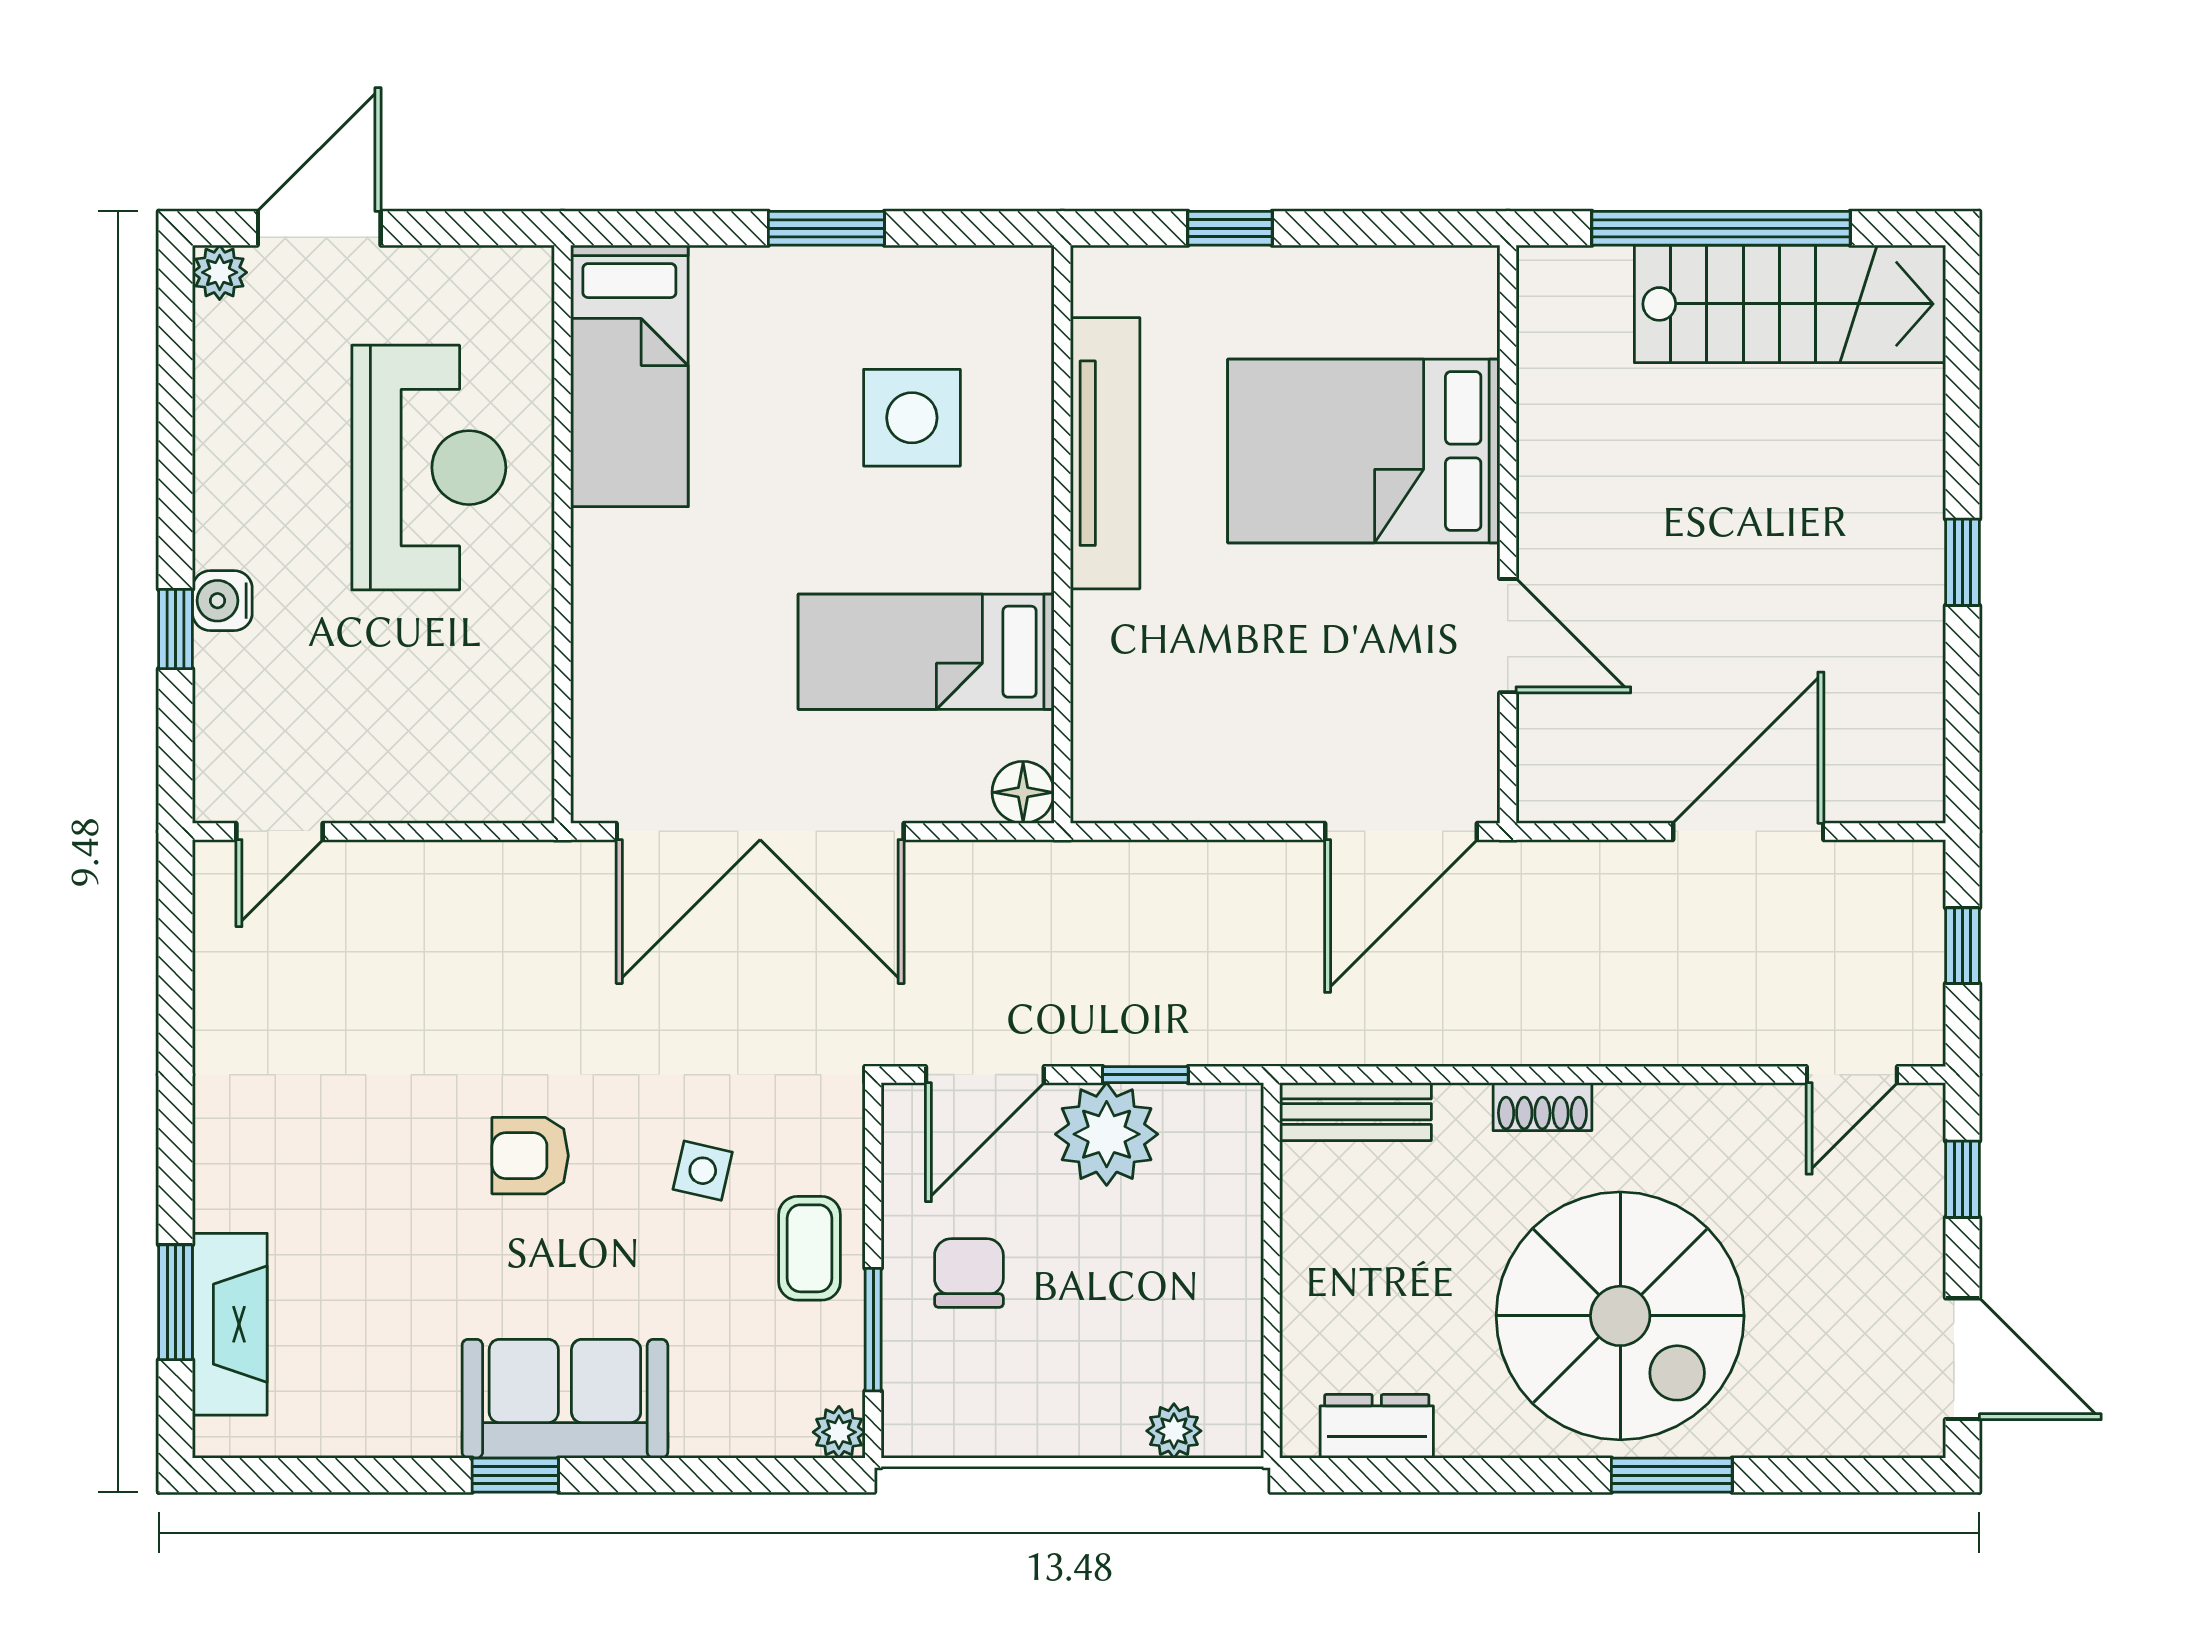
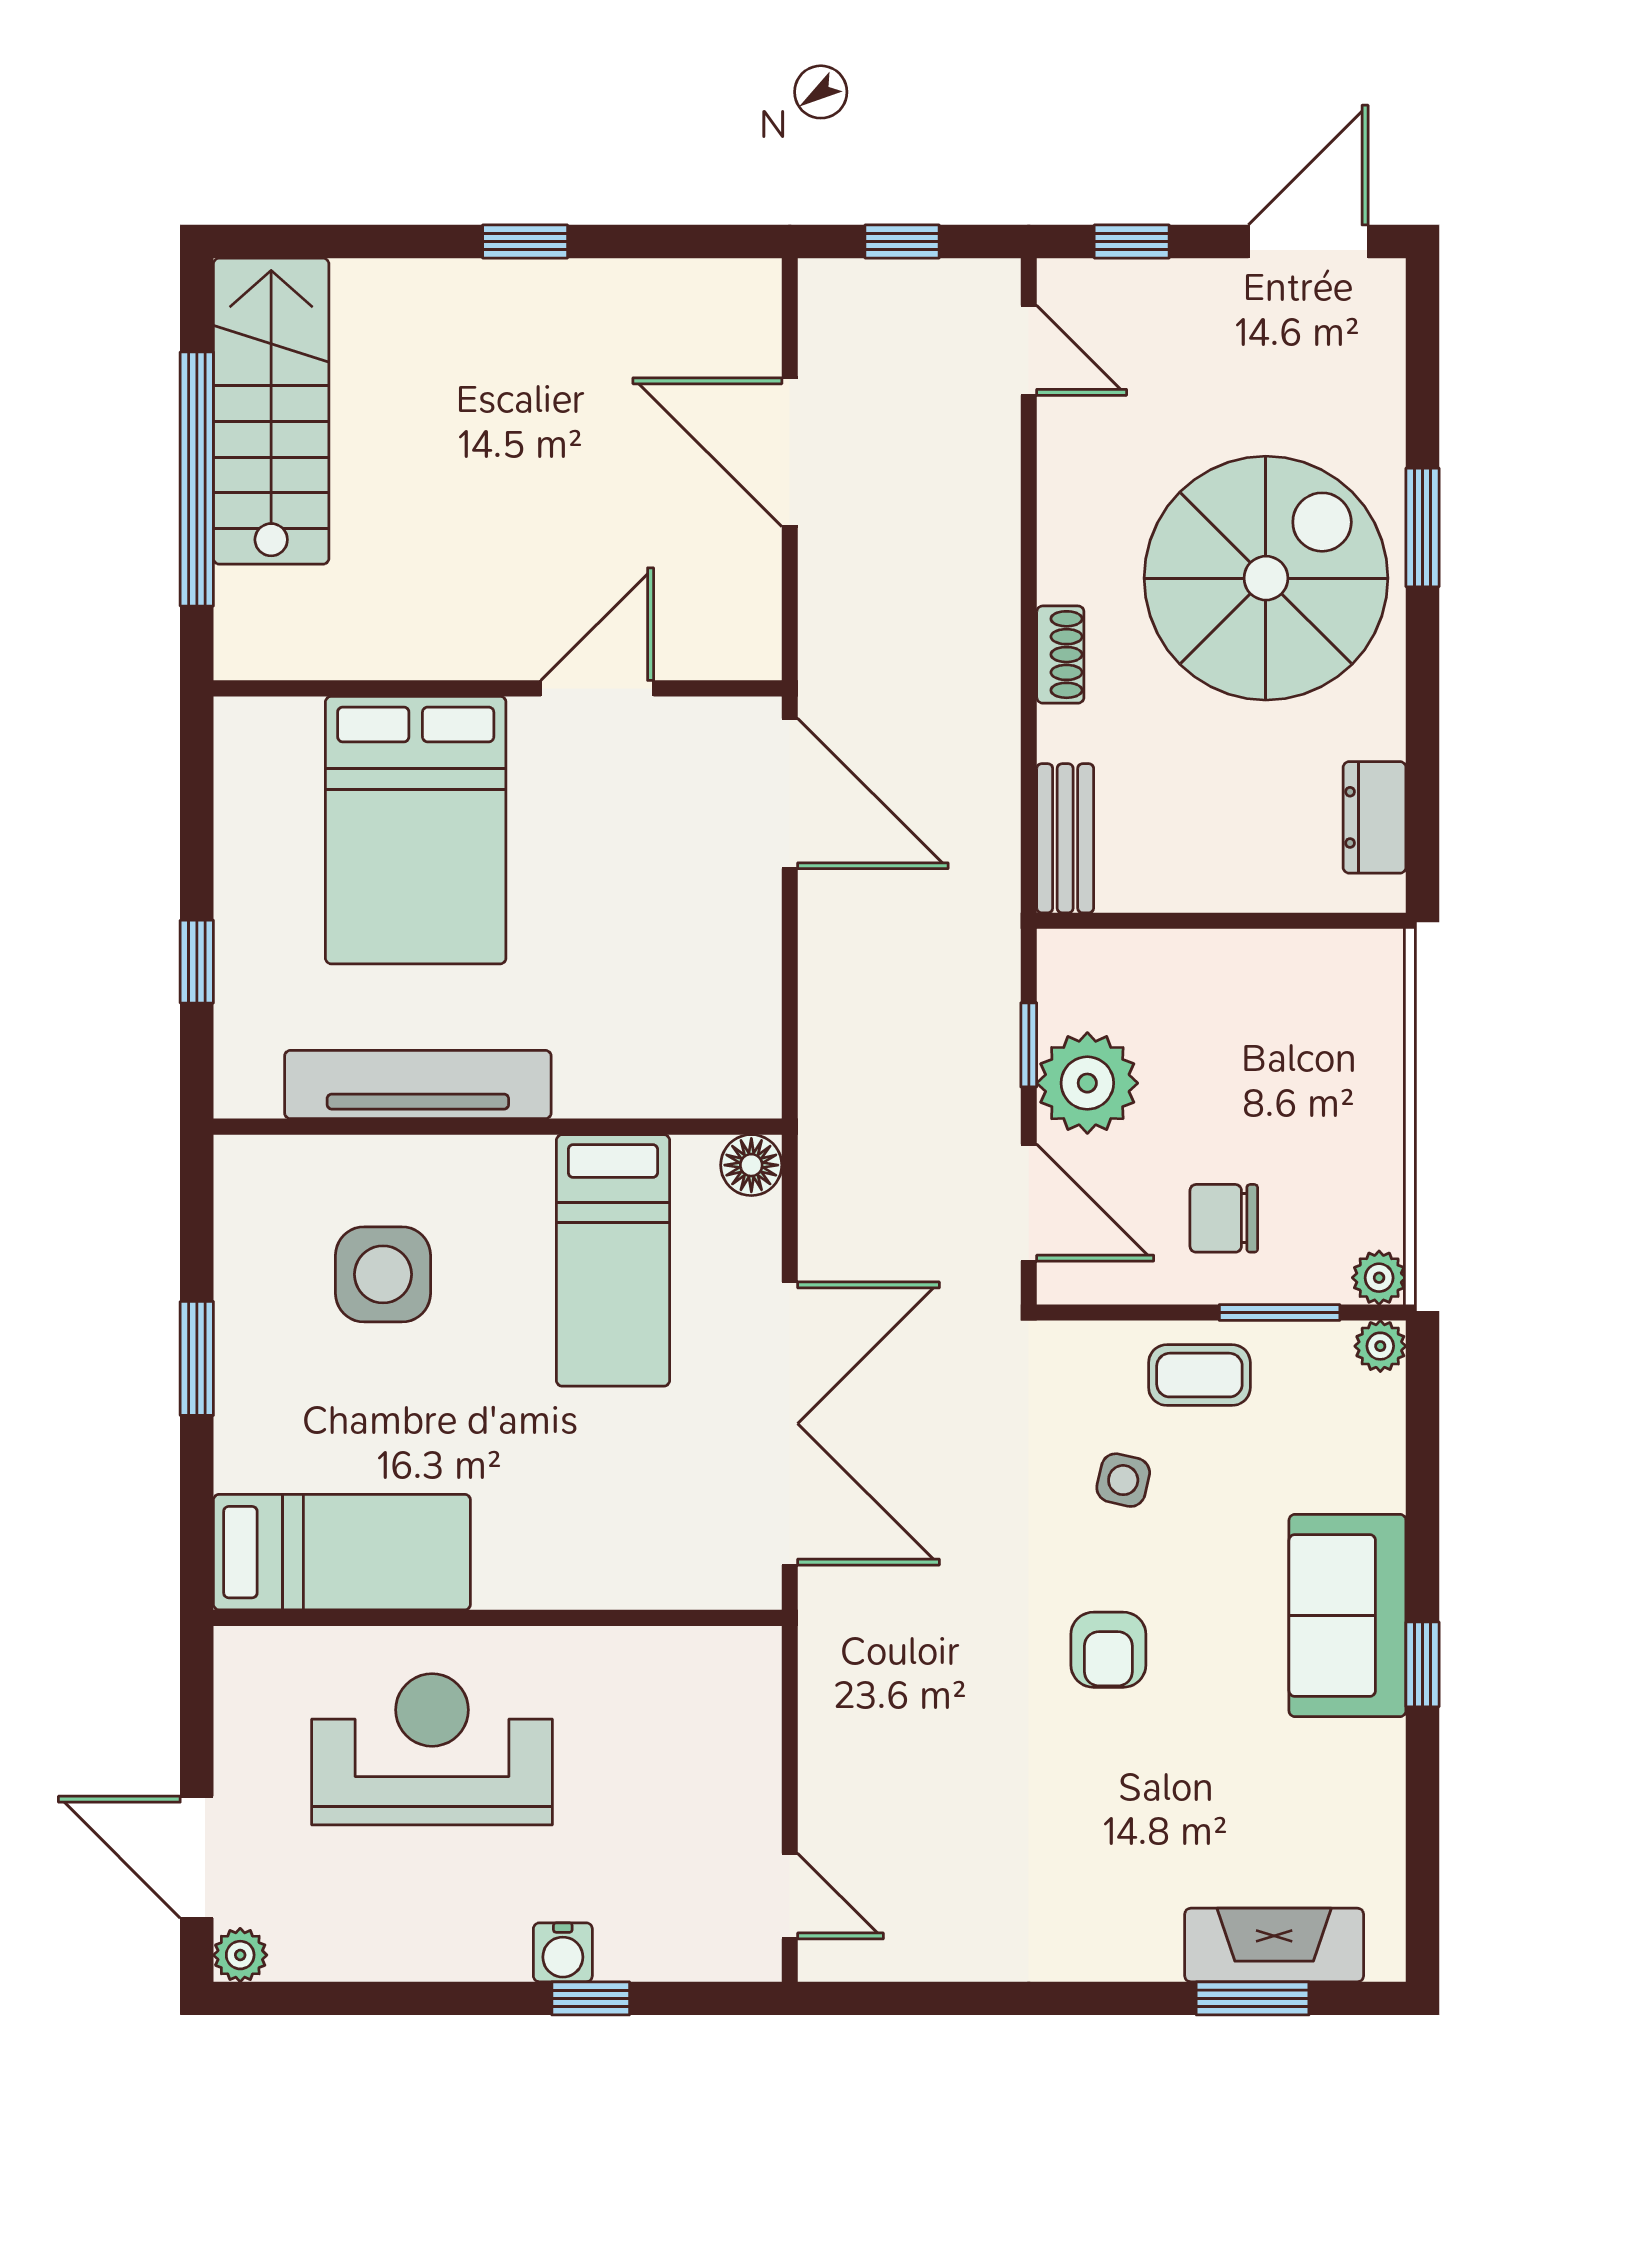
plant: (1174, 1431) -> (1379, 1278), moved

